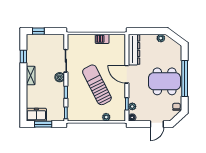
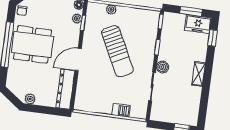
barbecue: (102, 39) -> (121, 110), moved
window: (23, 57) -> (213, 38), moved
door: (127, 74) -> (78, 60), swing flipped

